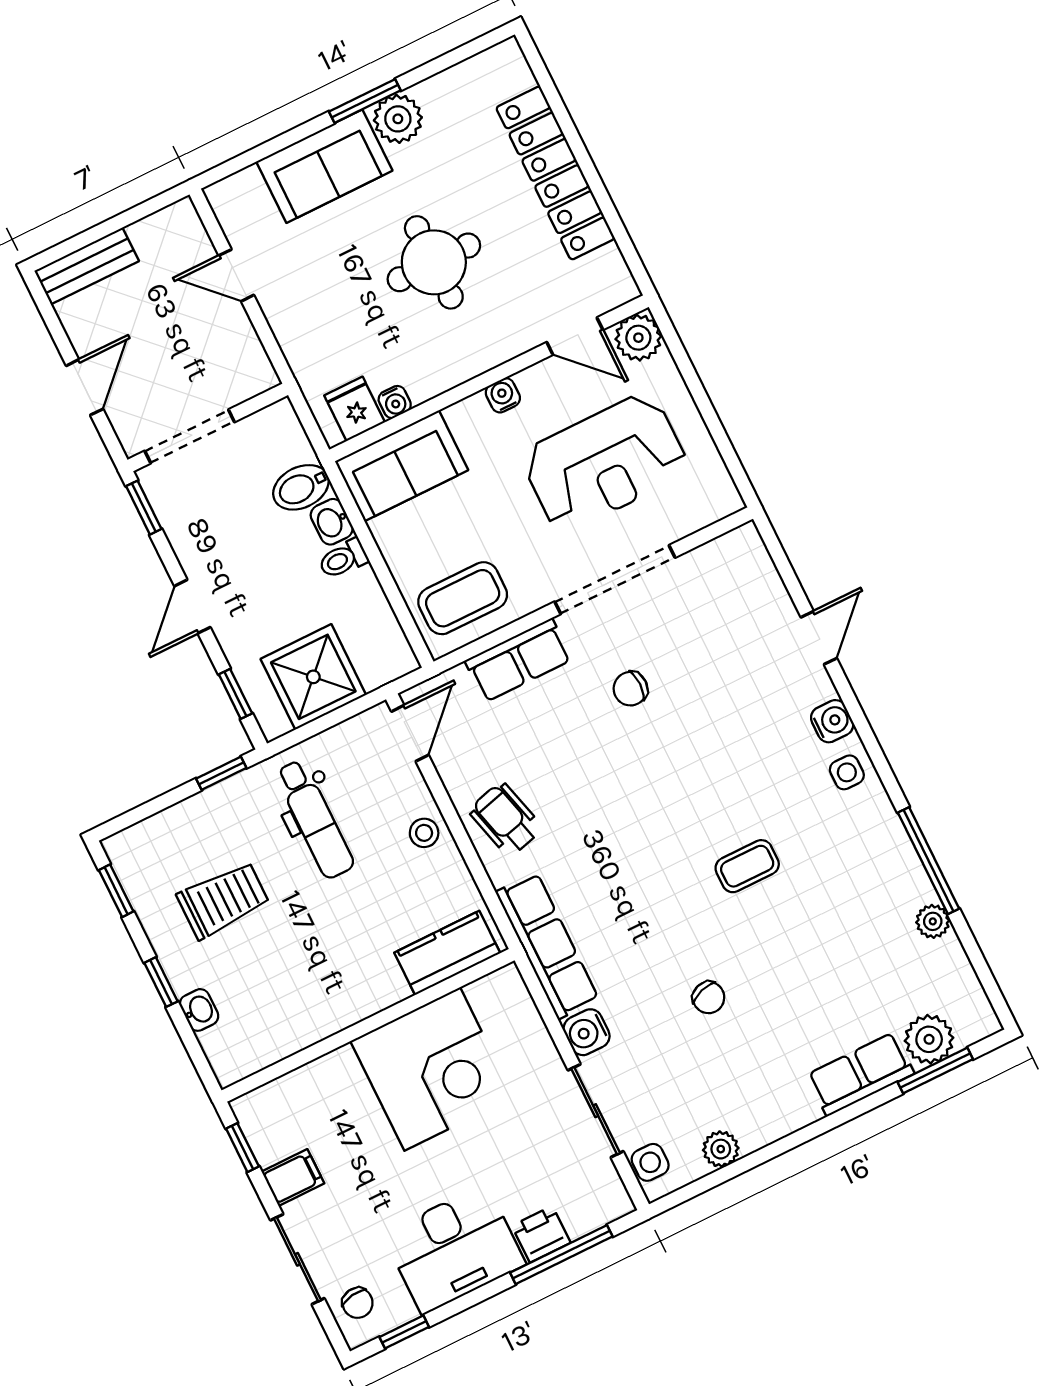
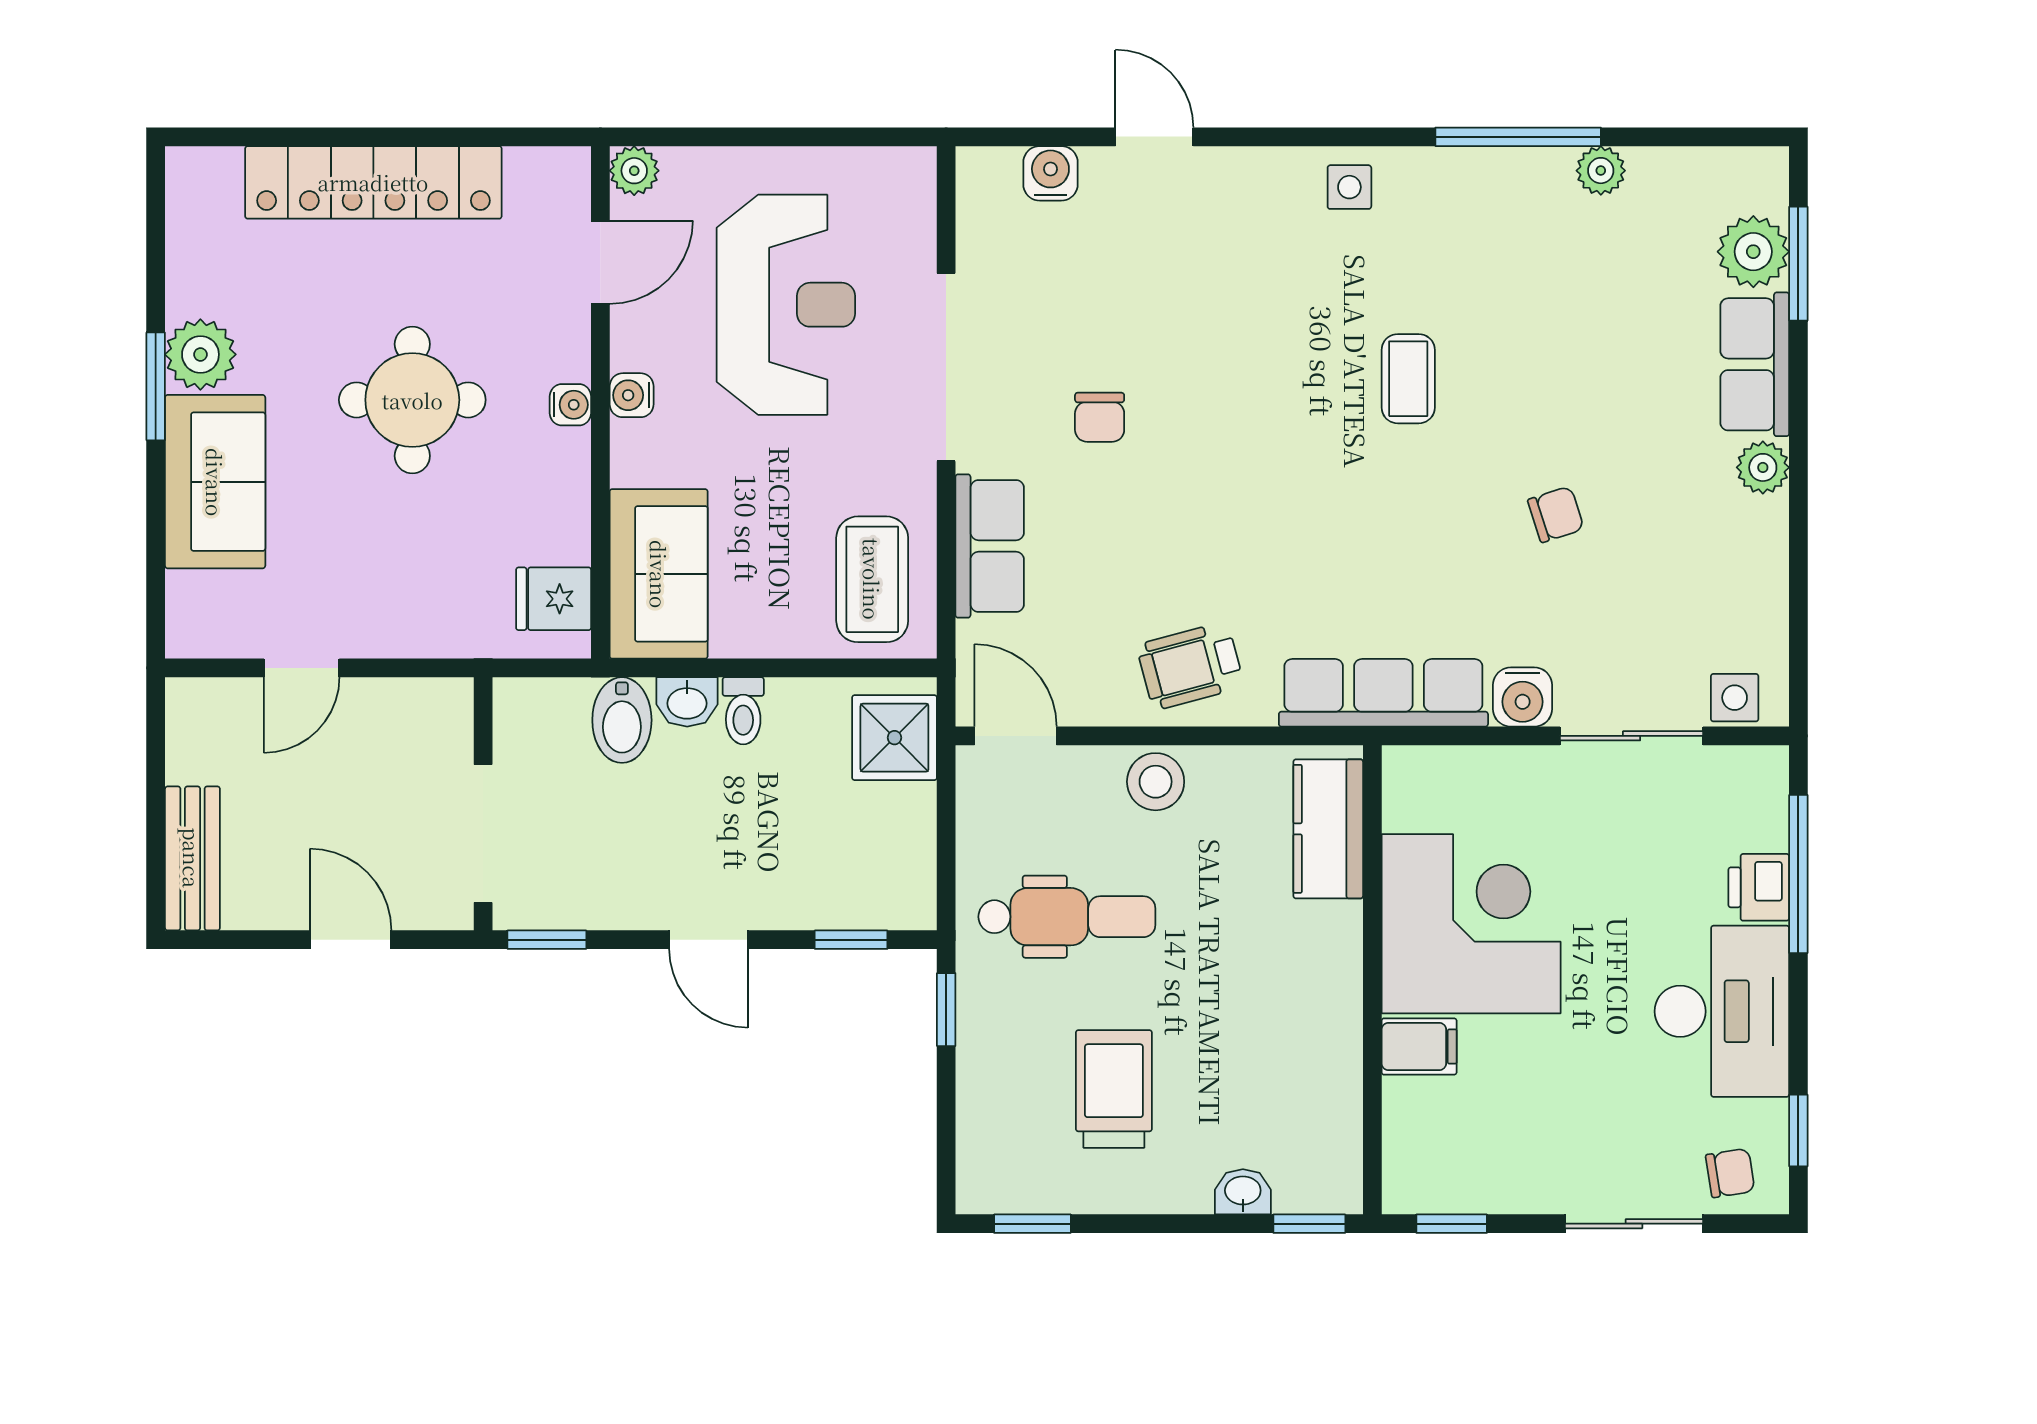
plant: (638, 338) -> (634, 171), width x0.73, depth x0.73
water cooler: (395, 402) -> (570, 405), moved
shower: (313, 677) -> (894, 738), moved, width x0.73, depth x0.73
water cooler: (832, 721) -> (1050, 173), moved
stool: (424, 833) -> (1156, 782), width x1.37, depth x1.37
window: (161, 982) -> (1309, 1224), moved
plant: (721, 1149) -> (1763, 467), moved
filing cabinet: (293, 1178) -> (1419, 1046), moved, turned 90

